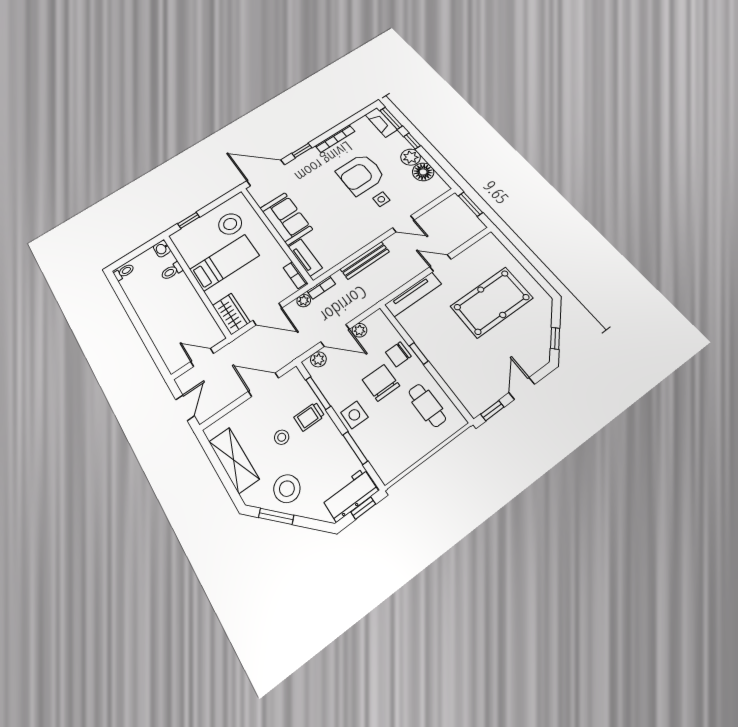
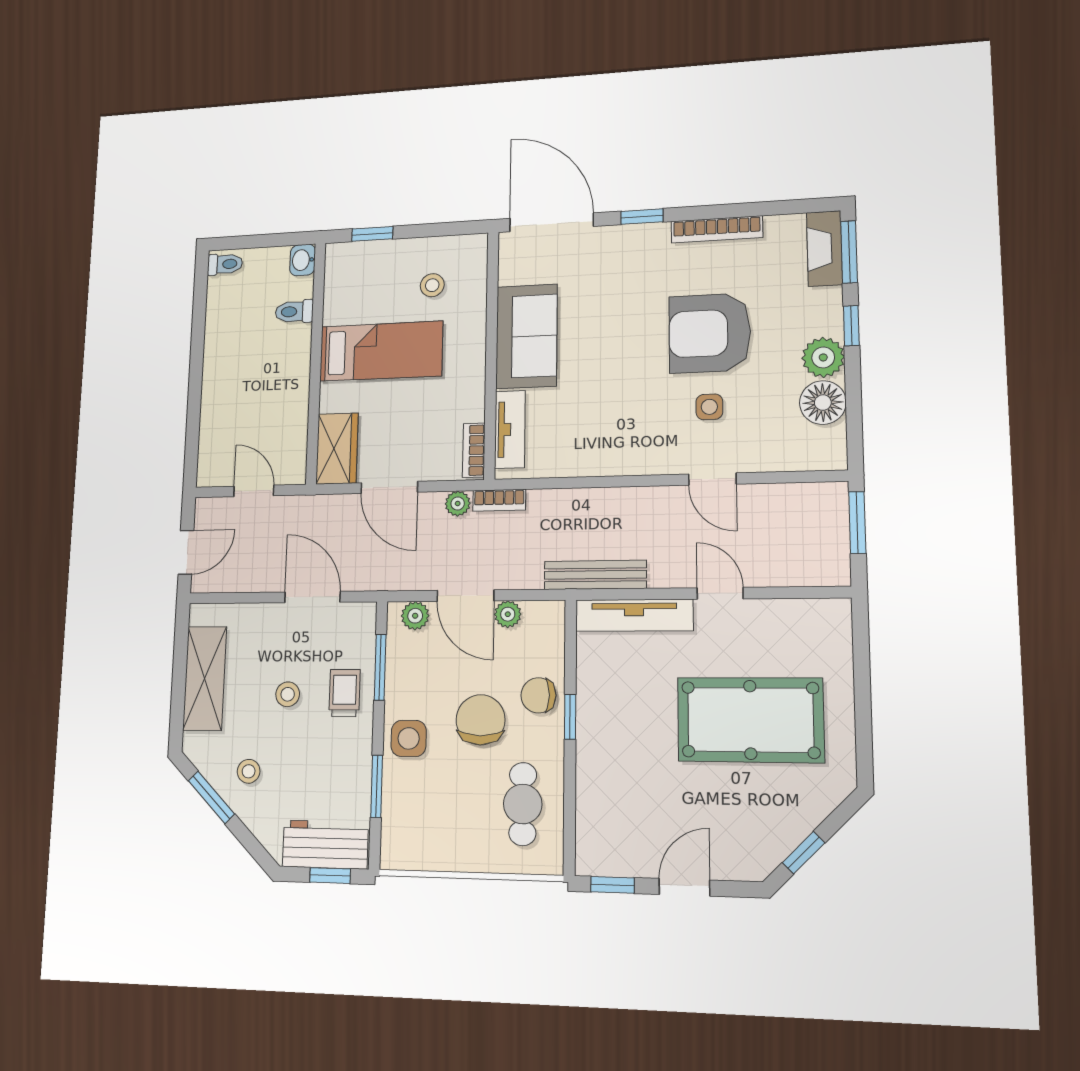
stool: (230, 224) -> (432, 285), width x0.53, depth x0.53
bench: (365, 260) -> (595, 575), moved
trolley: (309, 417) -> (345, 693), turned 90
stool: (287, 489) -> (249, 771), width x0.53, depth x0.53

